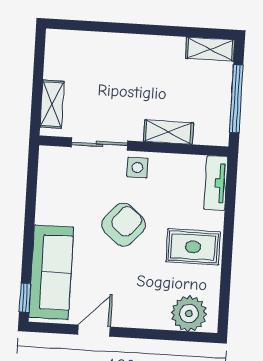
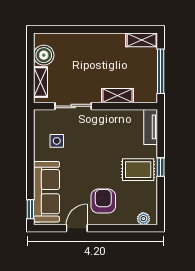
boiler: (59, 64) -> (44, 55), added
side table: (137, 168) -> (57, 141), moved
armchair: (124, 225) -> (103, 201), moved, turned -41
window: (228, 245) -> (161, 167), added
plant: (189, 313) -> (143, 219), width x0.53, depth x0.53

